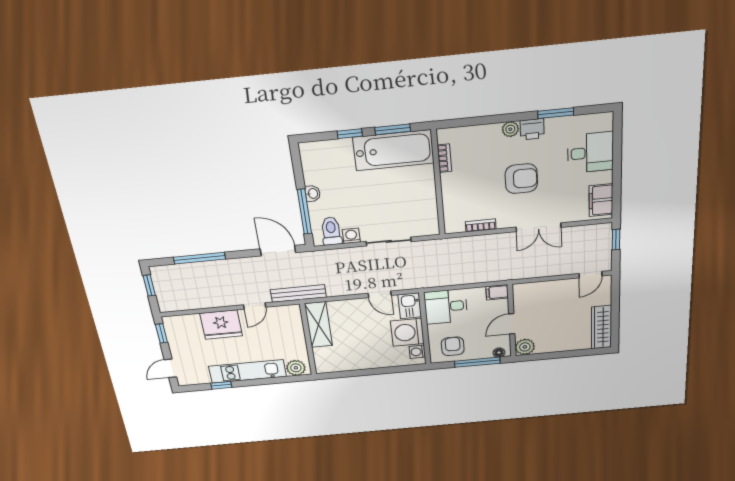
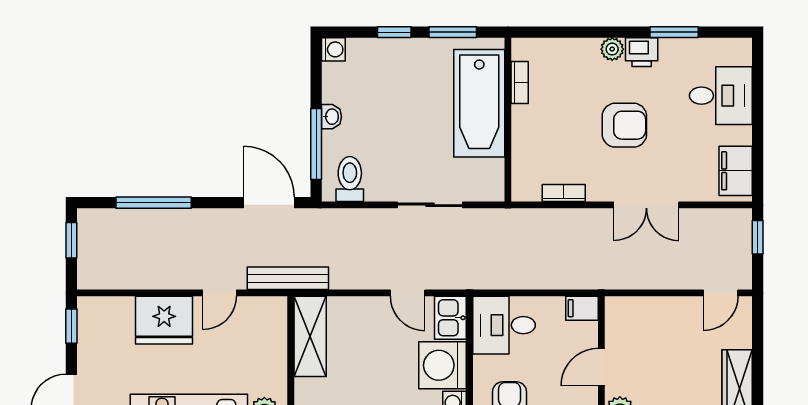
bathtub: (393, 150) -> (479, 103), moved, turned 90
washing machine: (351, 236) -> (333, 49), moved, turned 90

